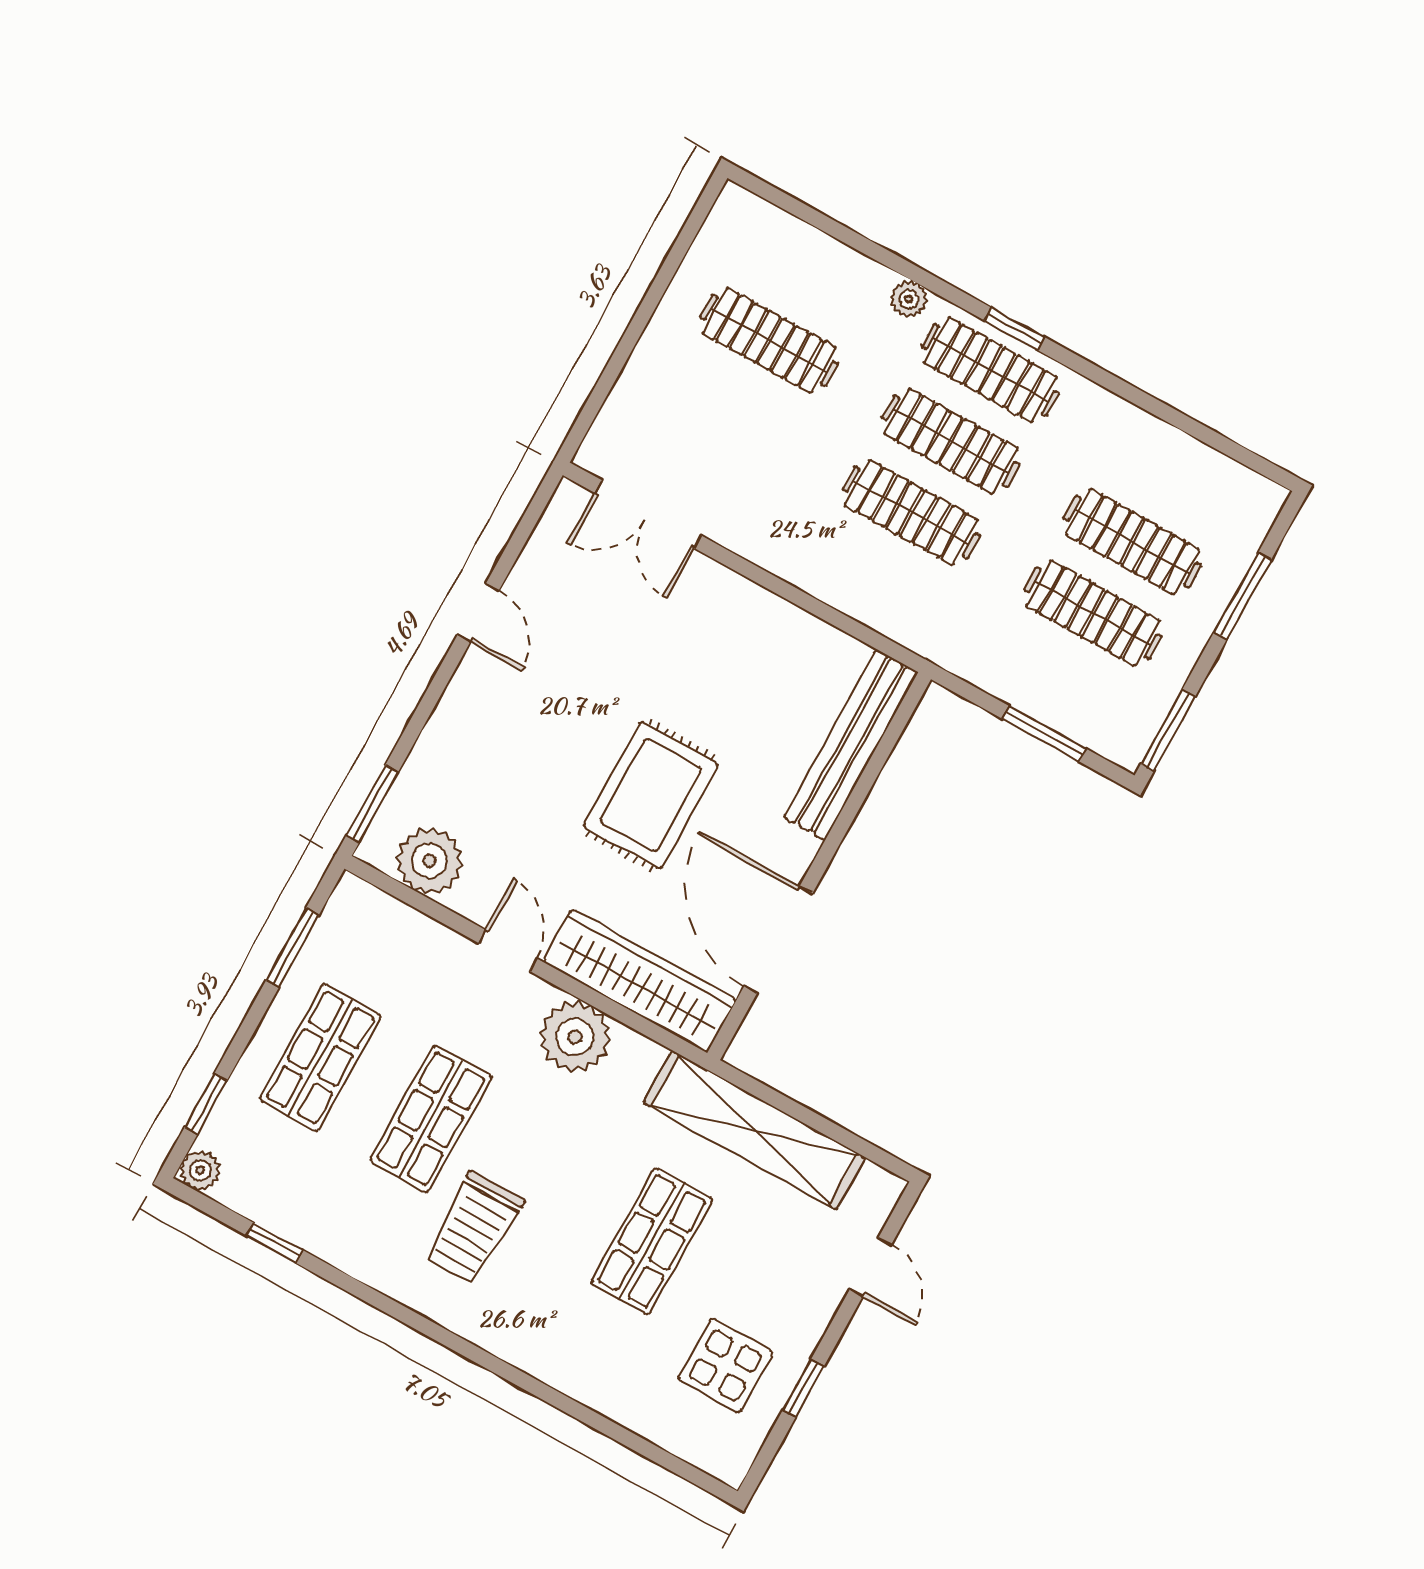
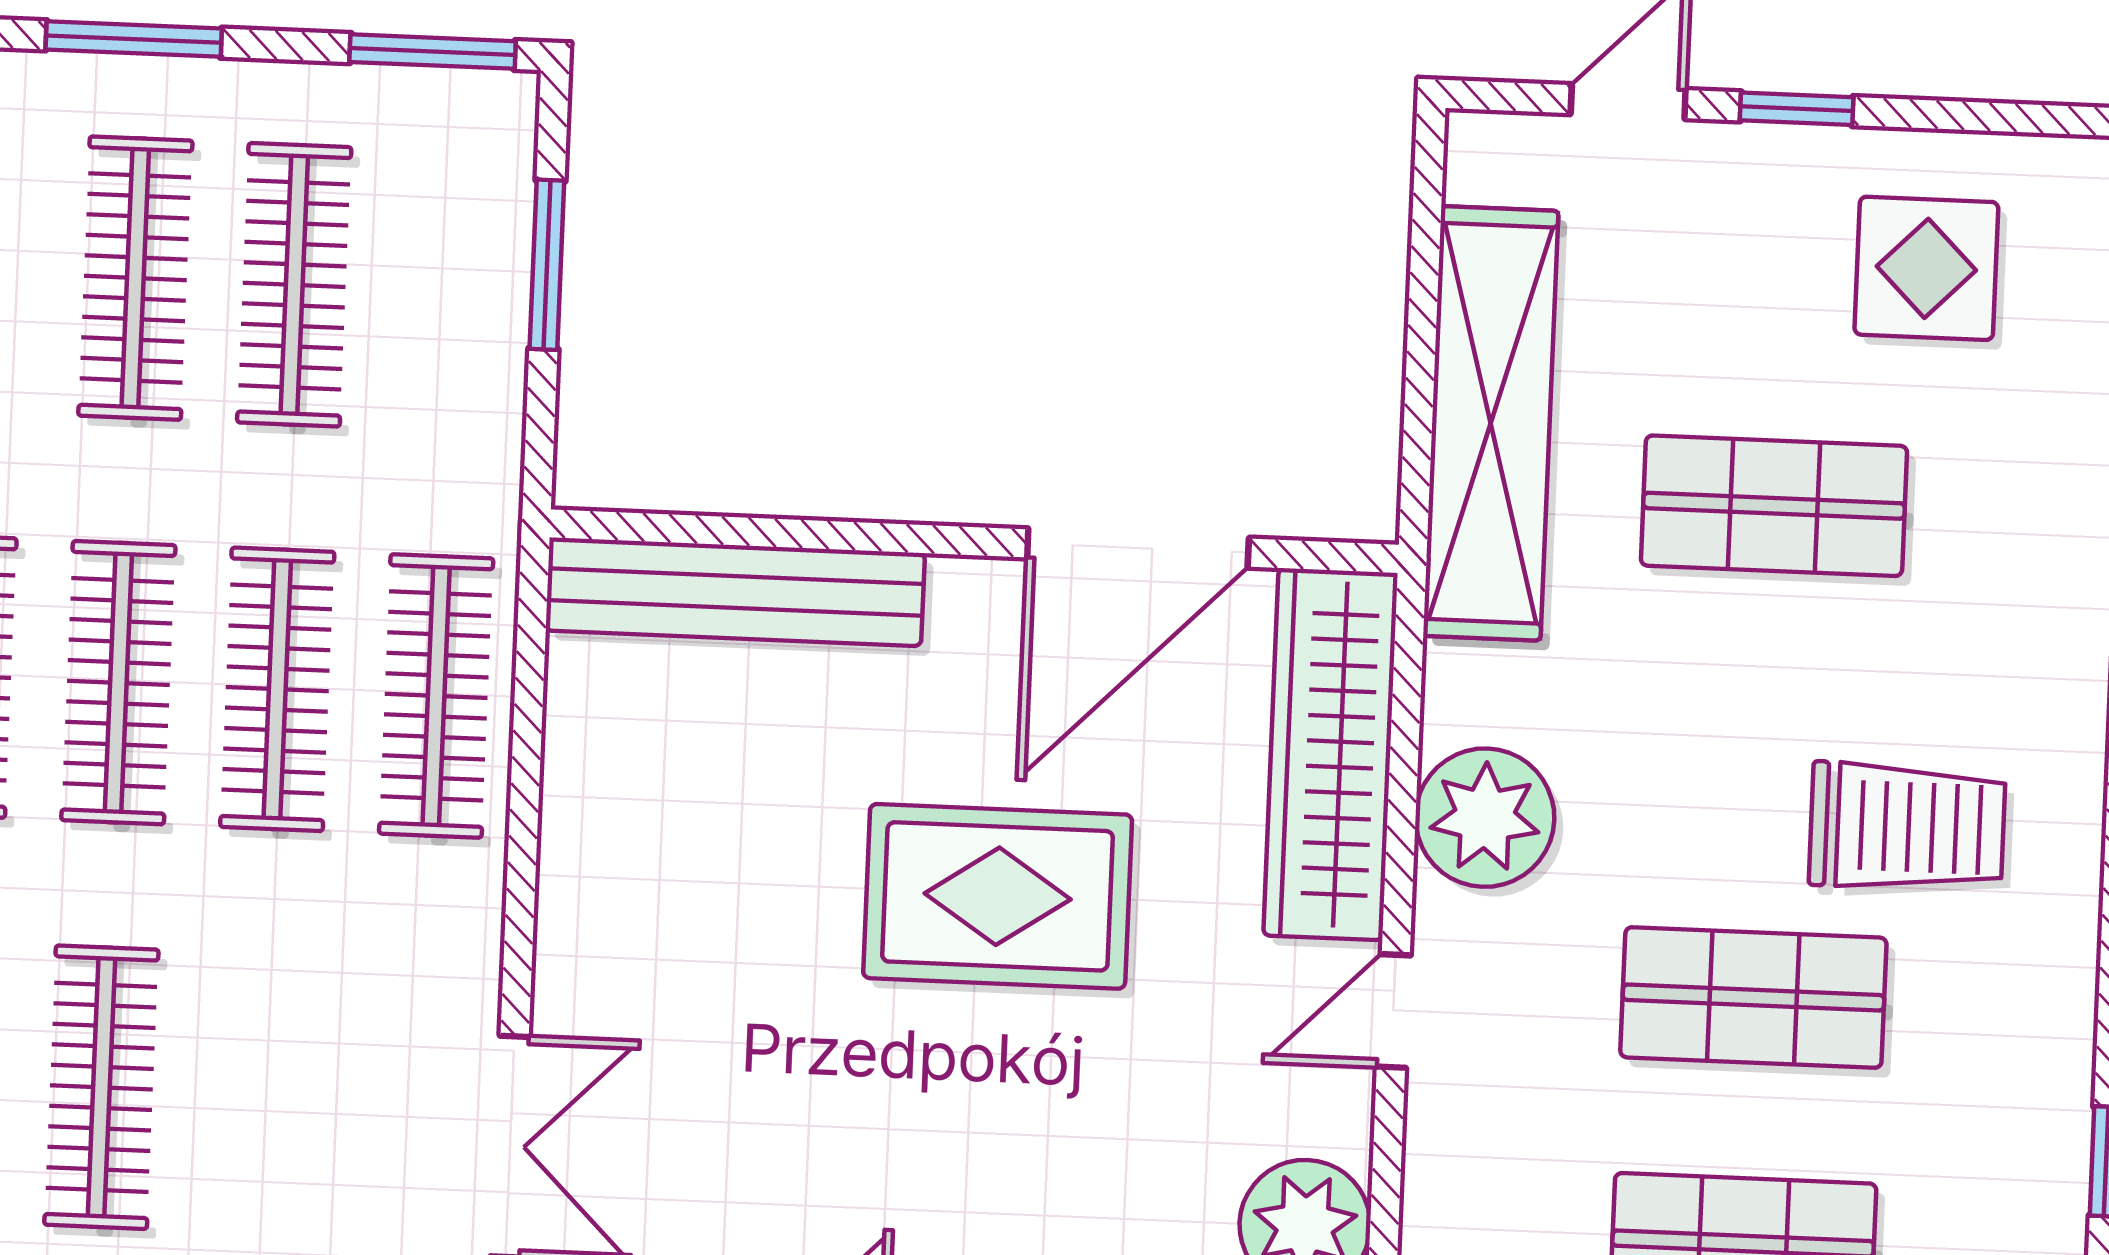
clothes rail: (872, 584) -> (436, 696), added
window: (803, 1388) -> (1797, 109), moved

